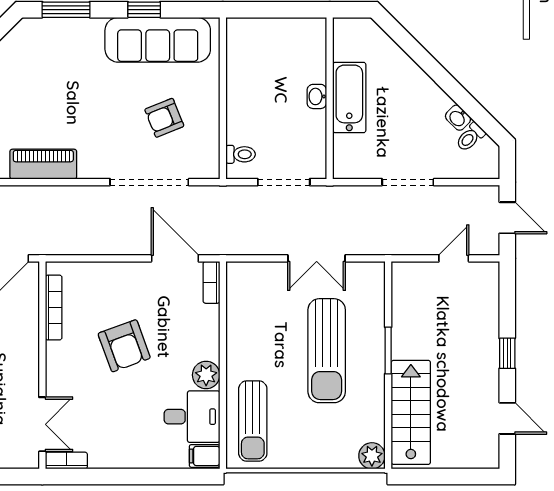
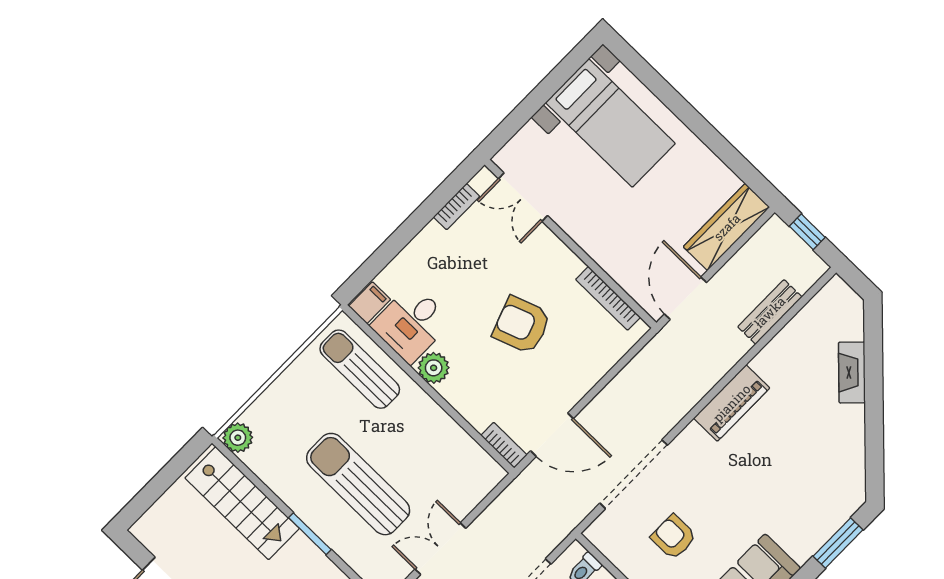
armchair: (164, 118) -> (674, 537), turned -68
bookcase: (66, 461) -> (457, 207), moved

